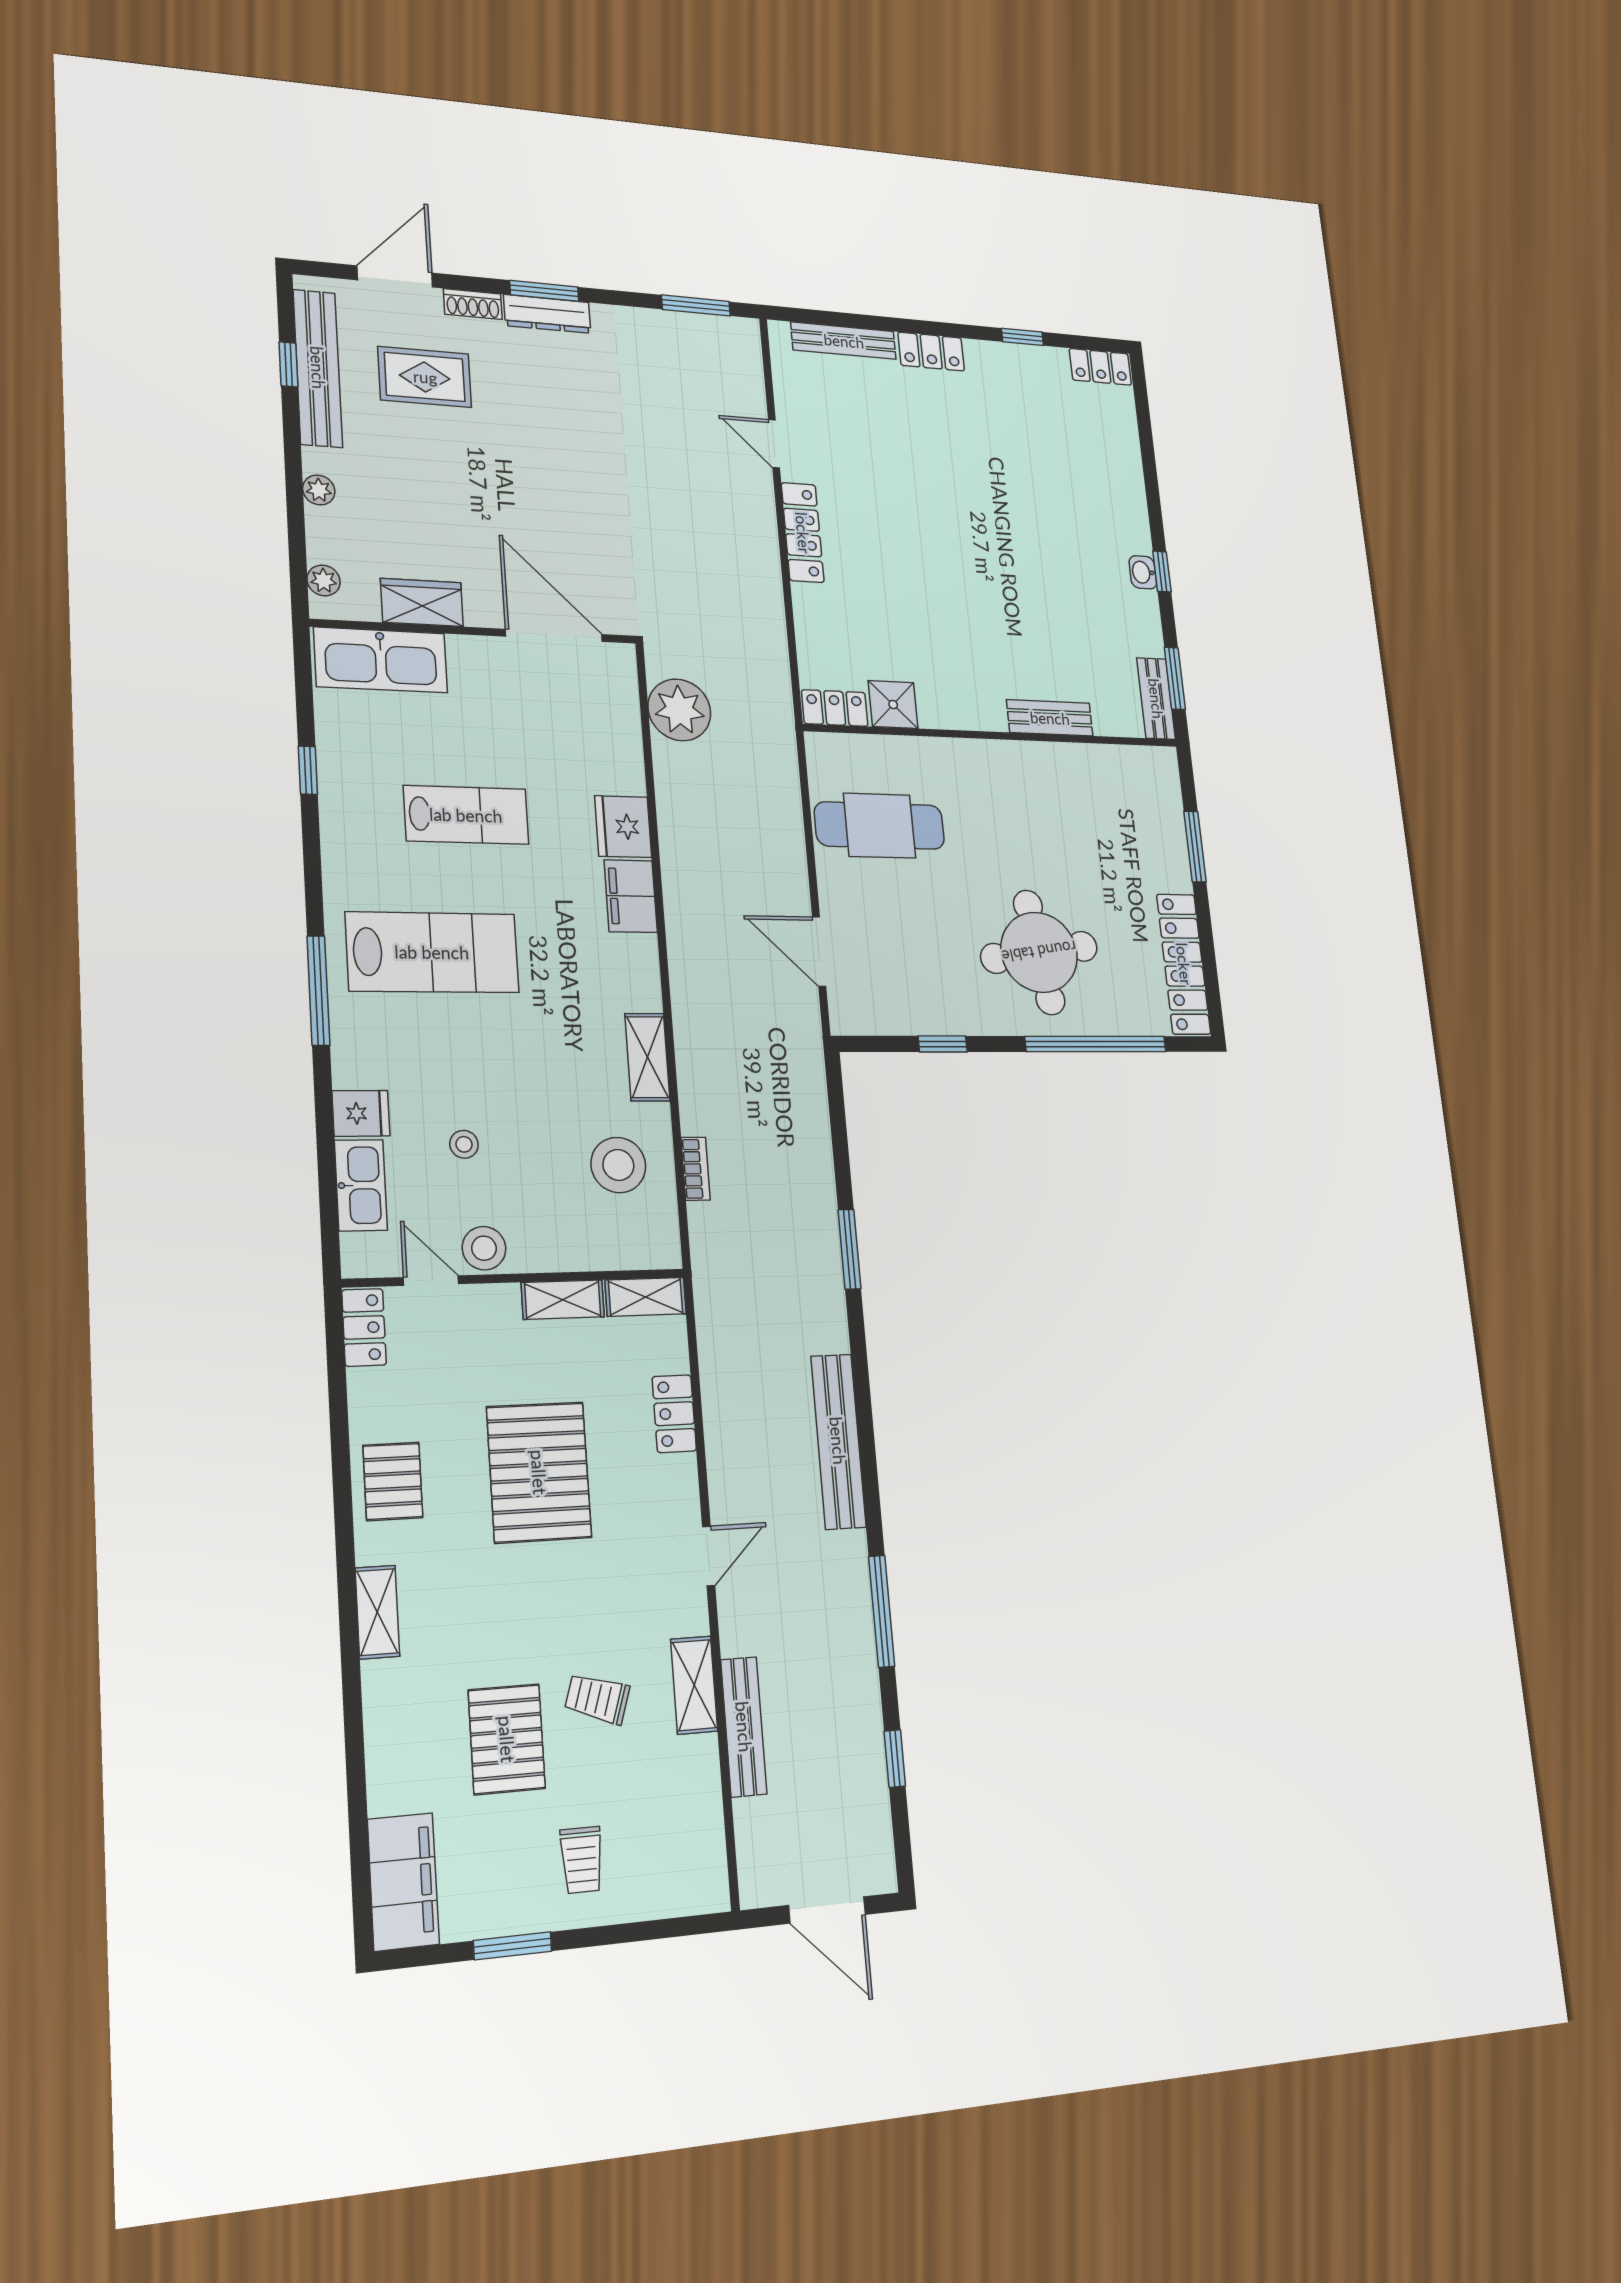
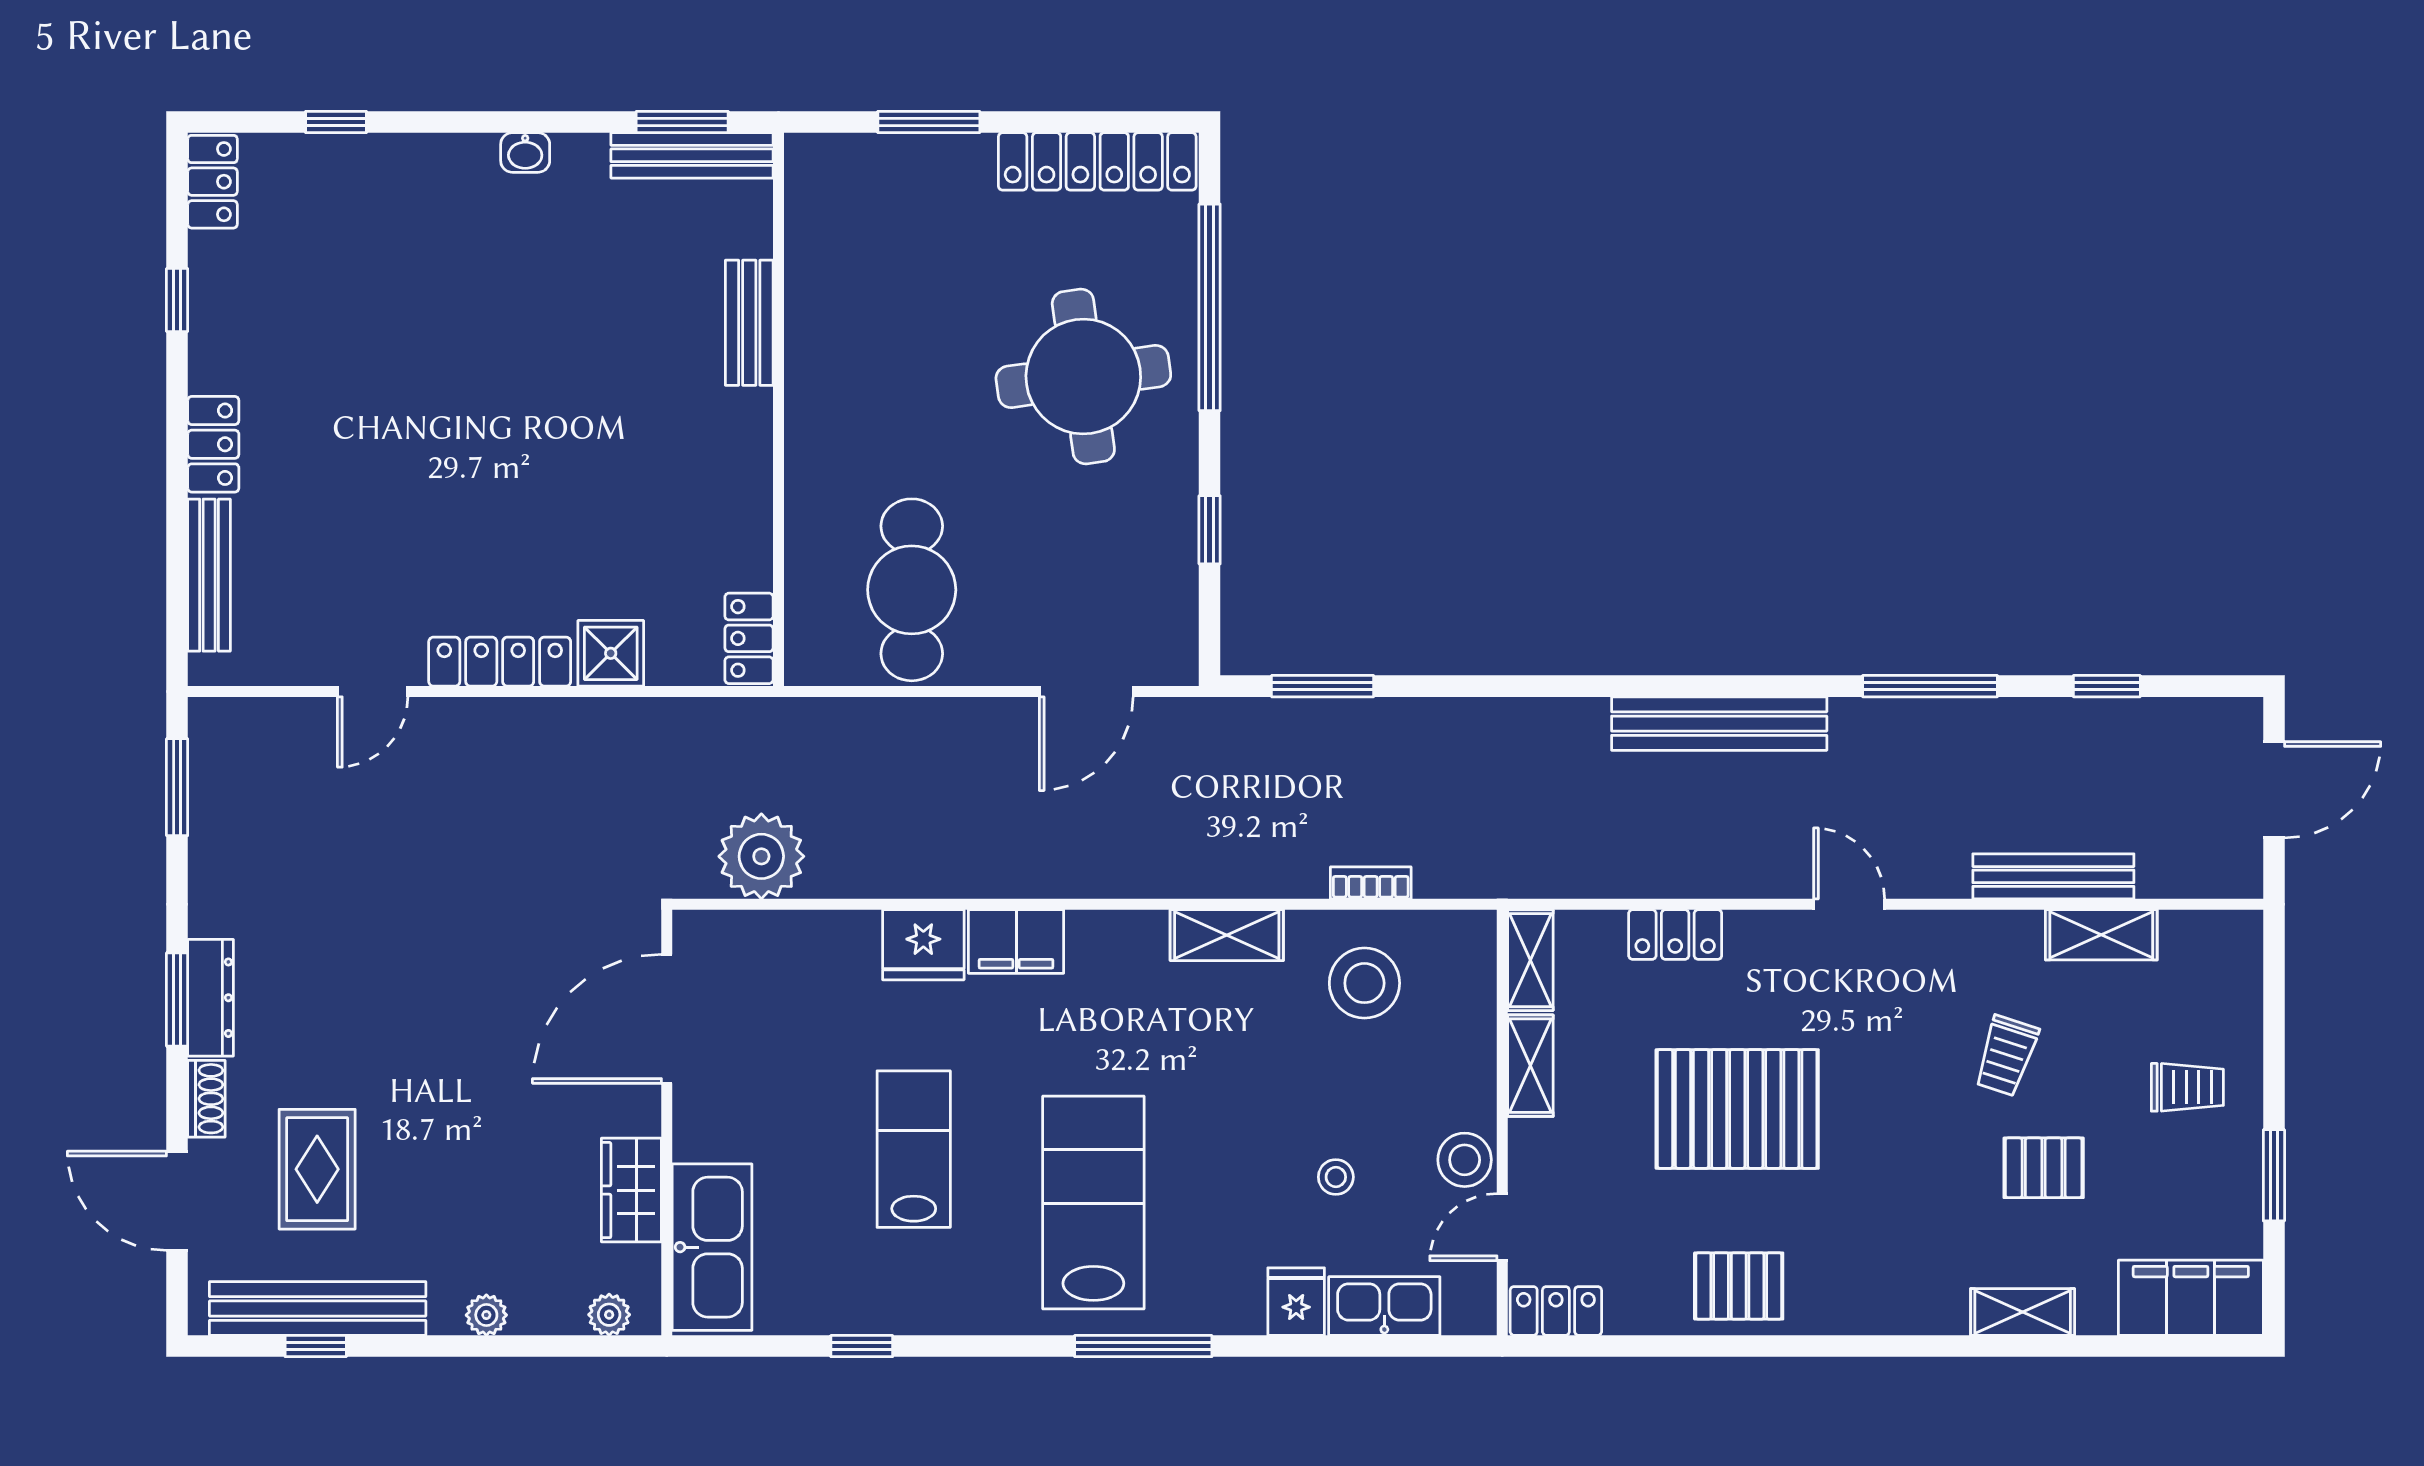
window: (1162, 572) -> (336, 122), moved
bench: (1156, 699) -> (692, 155), width x1.36
shower: (893, 704) -> (611, 653), moved
window: (849, 1249) -> (1323, 686), moved
shelving: (377, 1612) -> (2023, 1312), moved
shelving: (694, 1685) -> (2101, 935), moved
pallet: (507, 1739) -> (2044, 1168), width x0.67, depth x0.71

